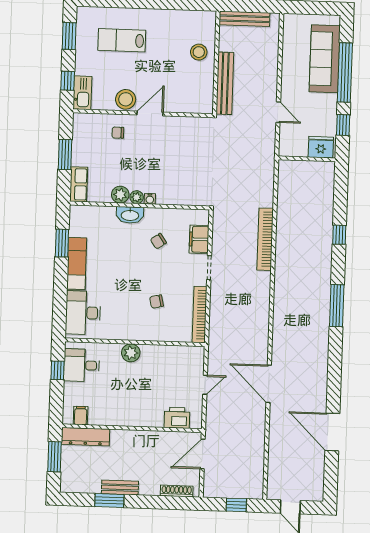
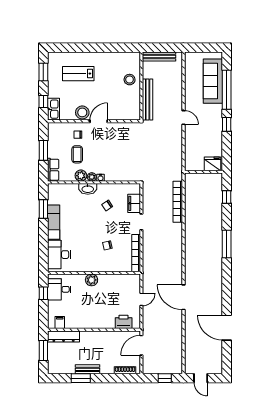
fridge: (321, 147) -> (212, 164), moved
wall: (307, 159) -> (203, 172), moved
coffee table: (116, 162) -> (77, 154), added

